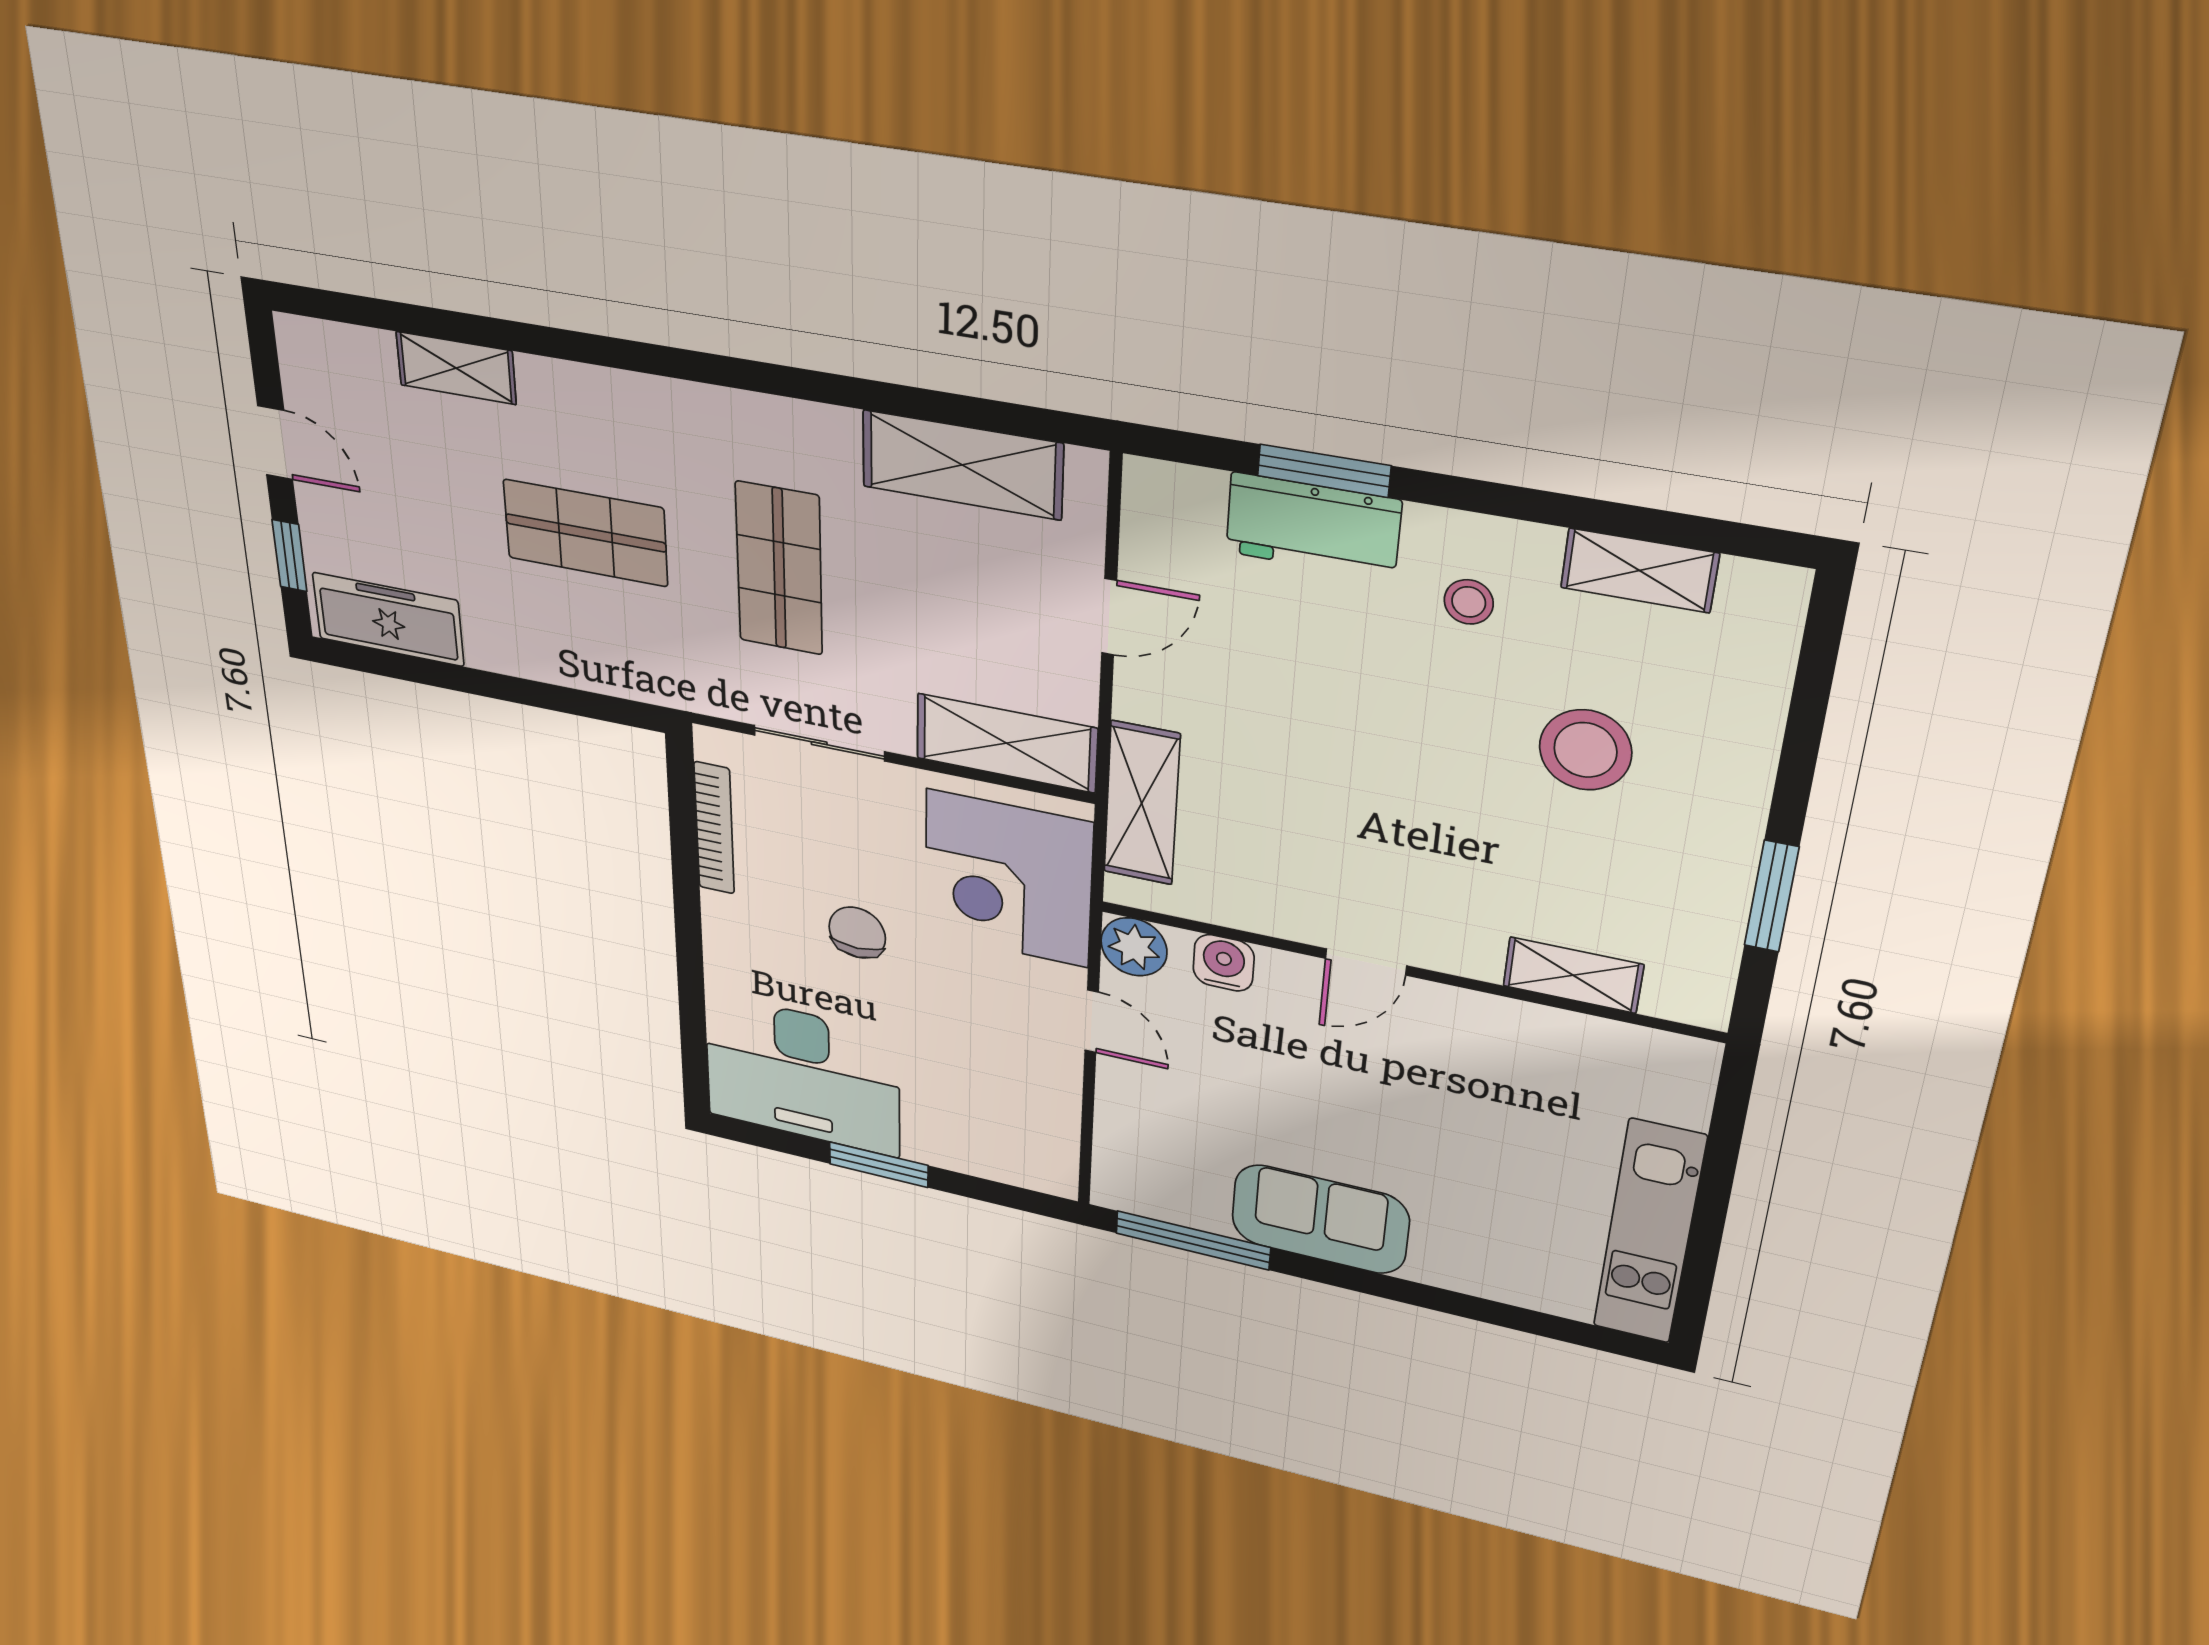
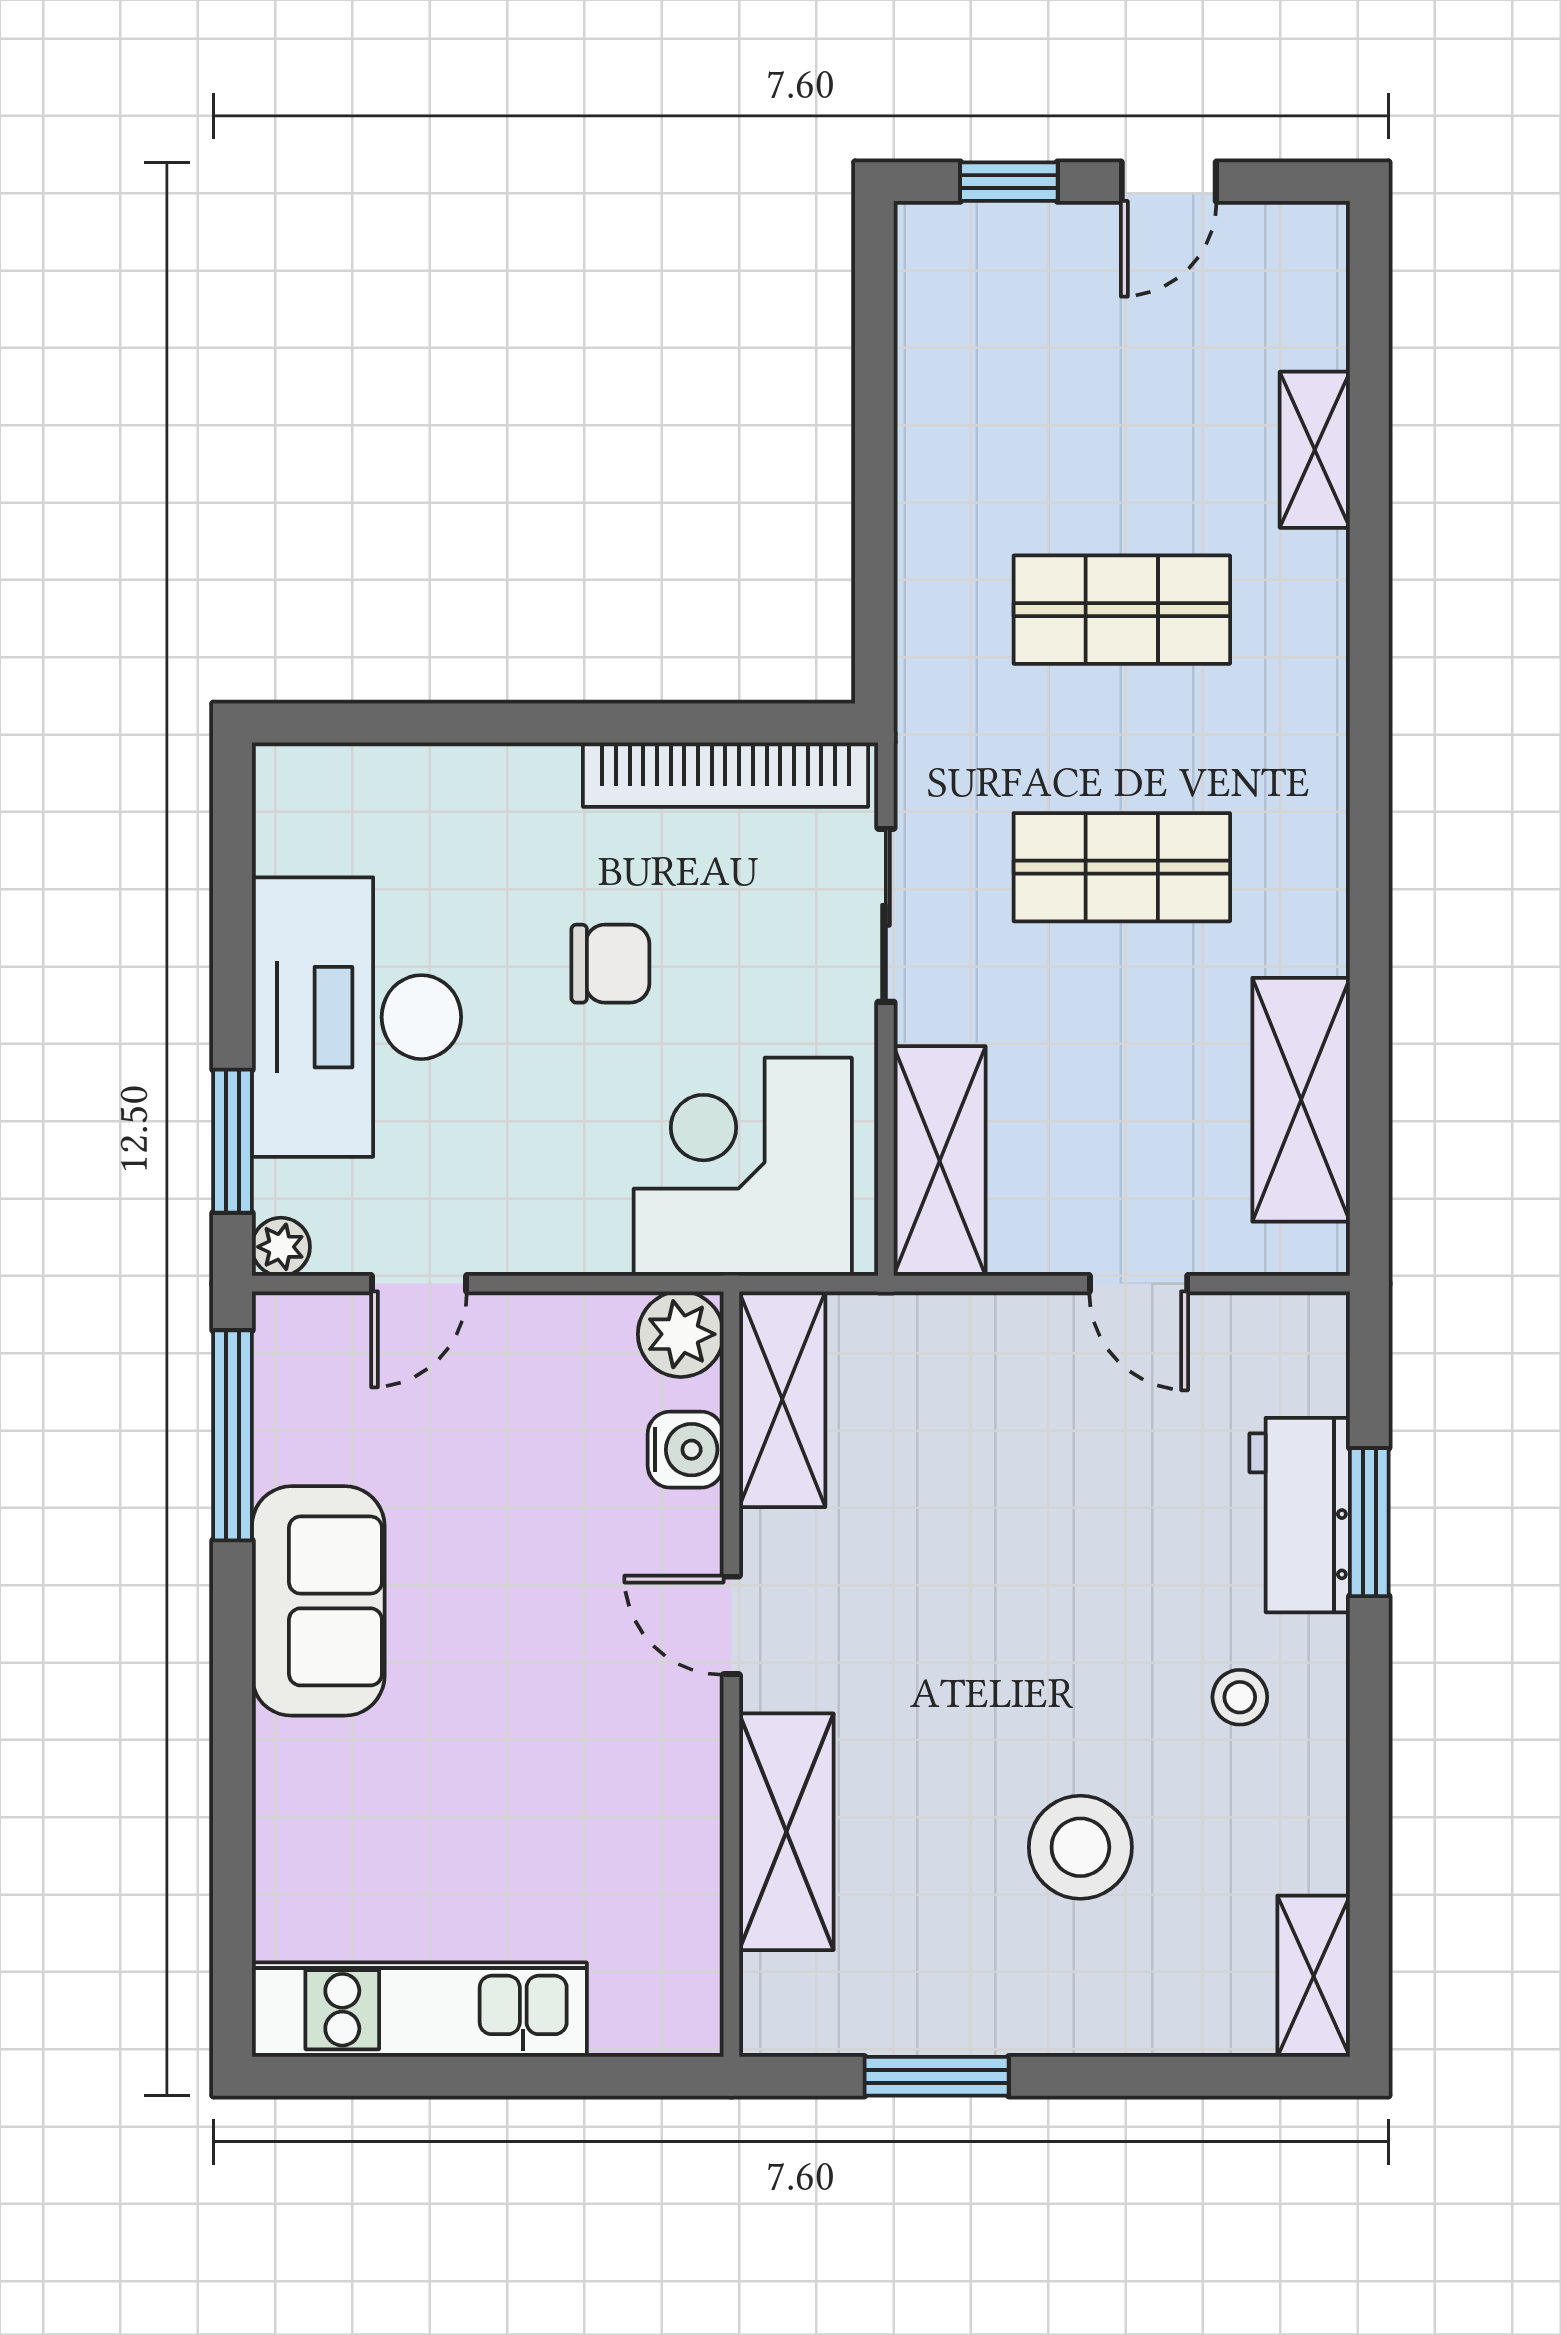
shop shelf: (585, 533) -> (1122, 610), turned 90
shelving: (1639, 570) -> (1314, 1976), moved
freezer: (388, 619) -> (942, 318), removed
shelving: (1142, 803) -> (782, 1399), moved, turned 90
bookcase: (714, 828) -> (725, 775), width x1.48, depth x1.31
shelving: (1573, 975) -> (786, 1832), width x1.50, depth x1.33
door: (1092, 1021) -> (419, 1284), moved
desk: (802, 1075) -> (356, 1017), moved
window: (879, 1165) -> (232, 1141), moved
plant: (1058, 1180) -> (281, 1247), added

